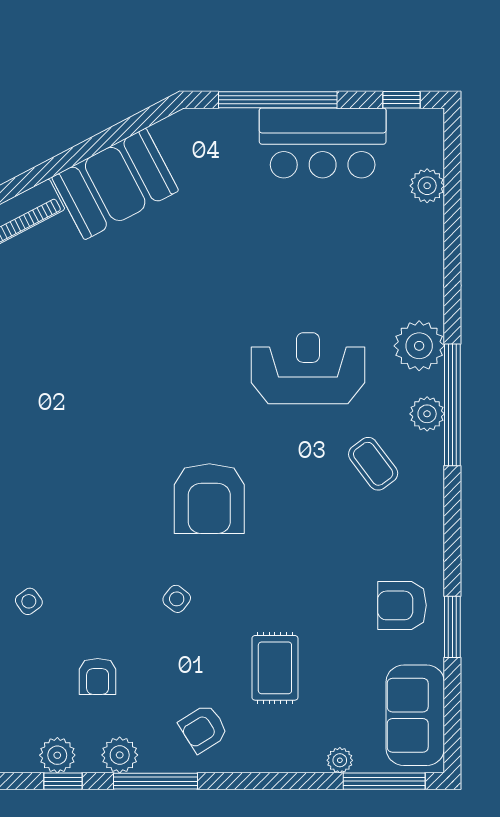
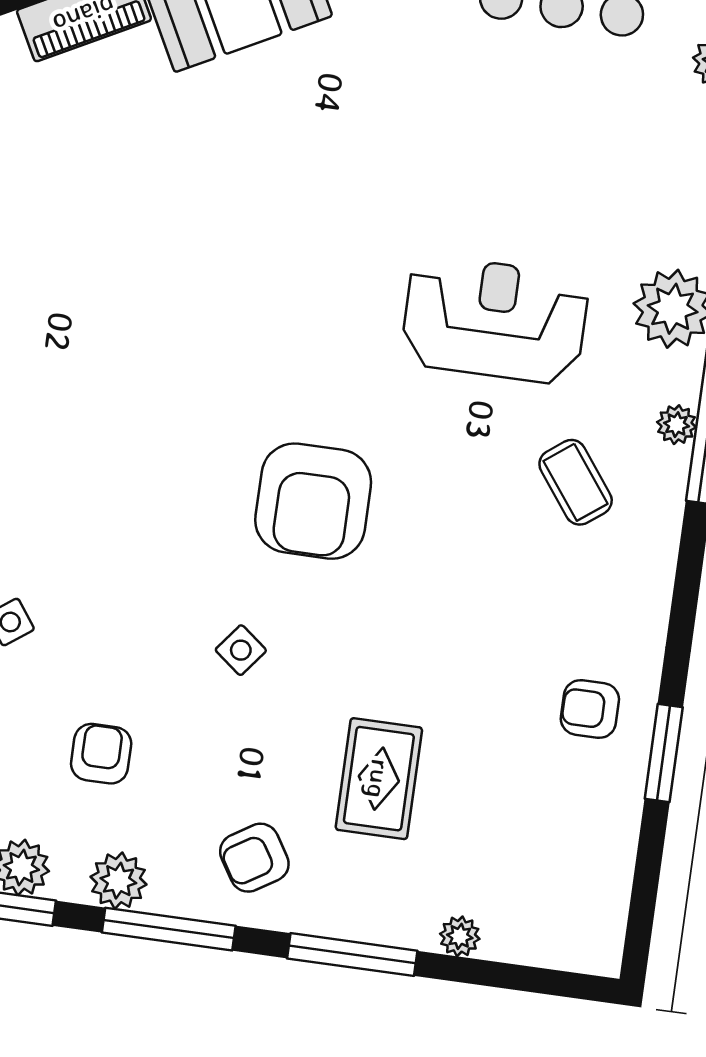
plant: (427, 414) -> (677, 425), width x0.73, depth x0.73
armchair: (402, 605) -> (590, 709), width x0.72, depth x0.72
armchair: (98, 676) -> (101, 754), turned 180
sofa: (415, 715) -> (587, 883), removed
window: (384, 781) -> (352, 955), moved

